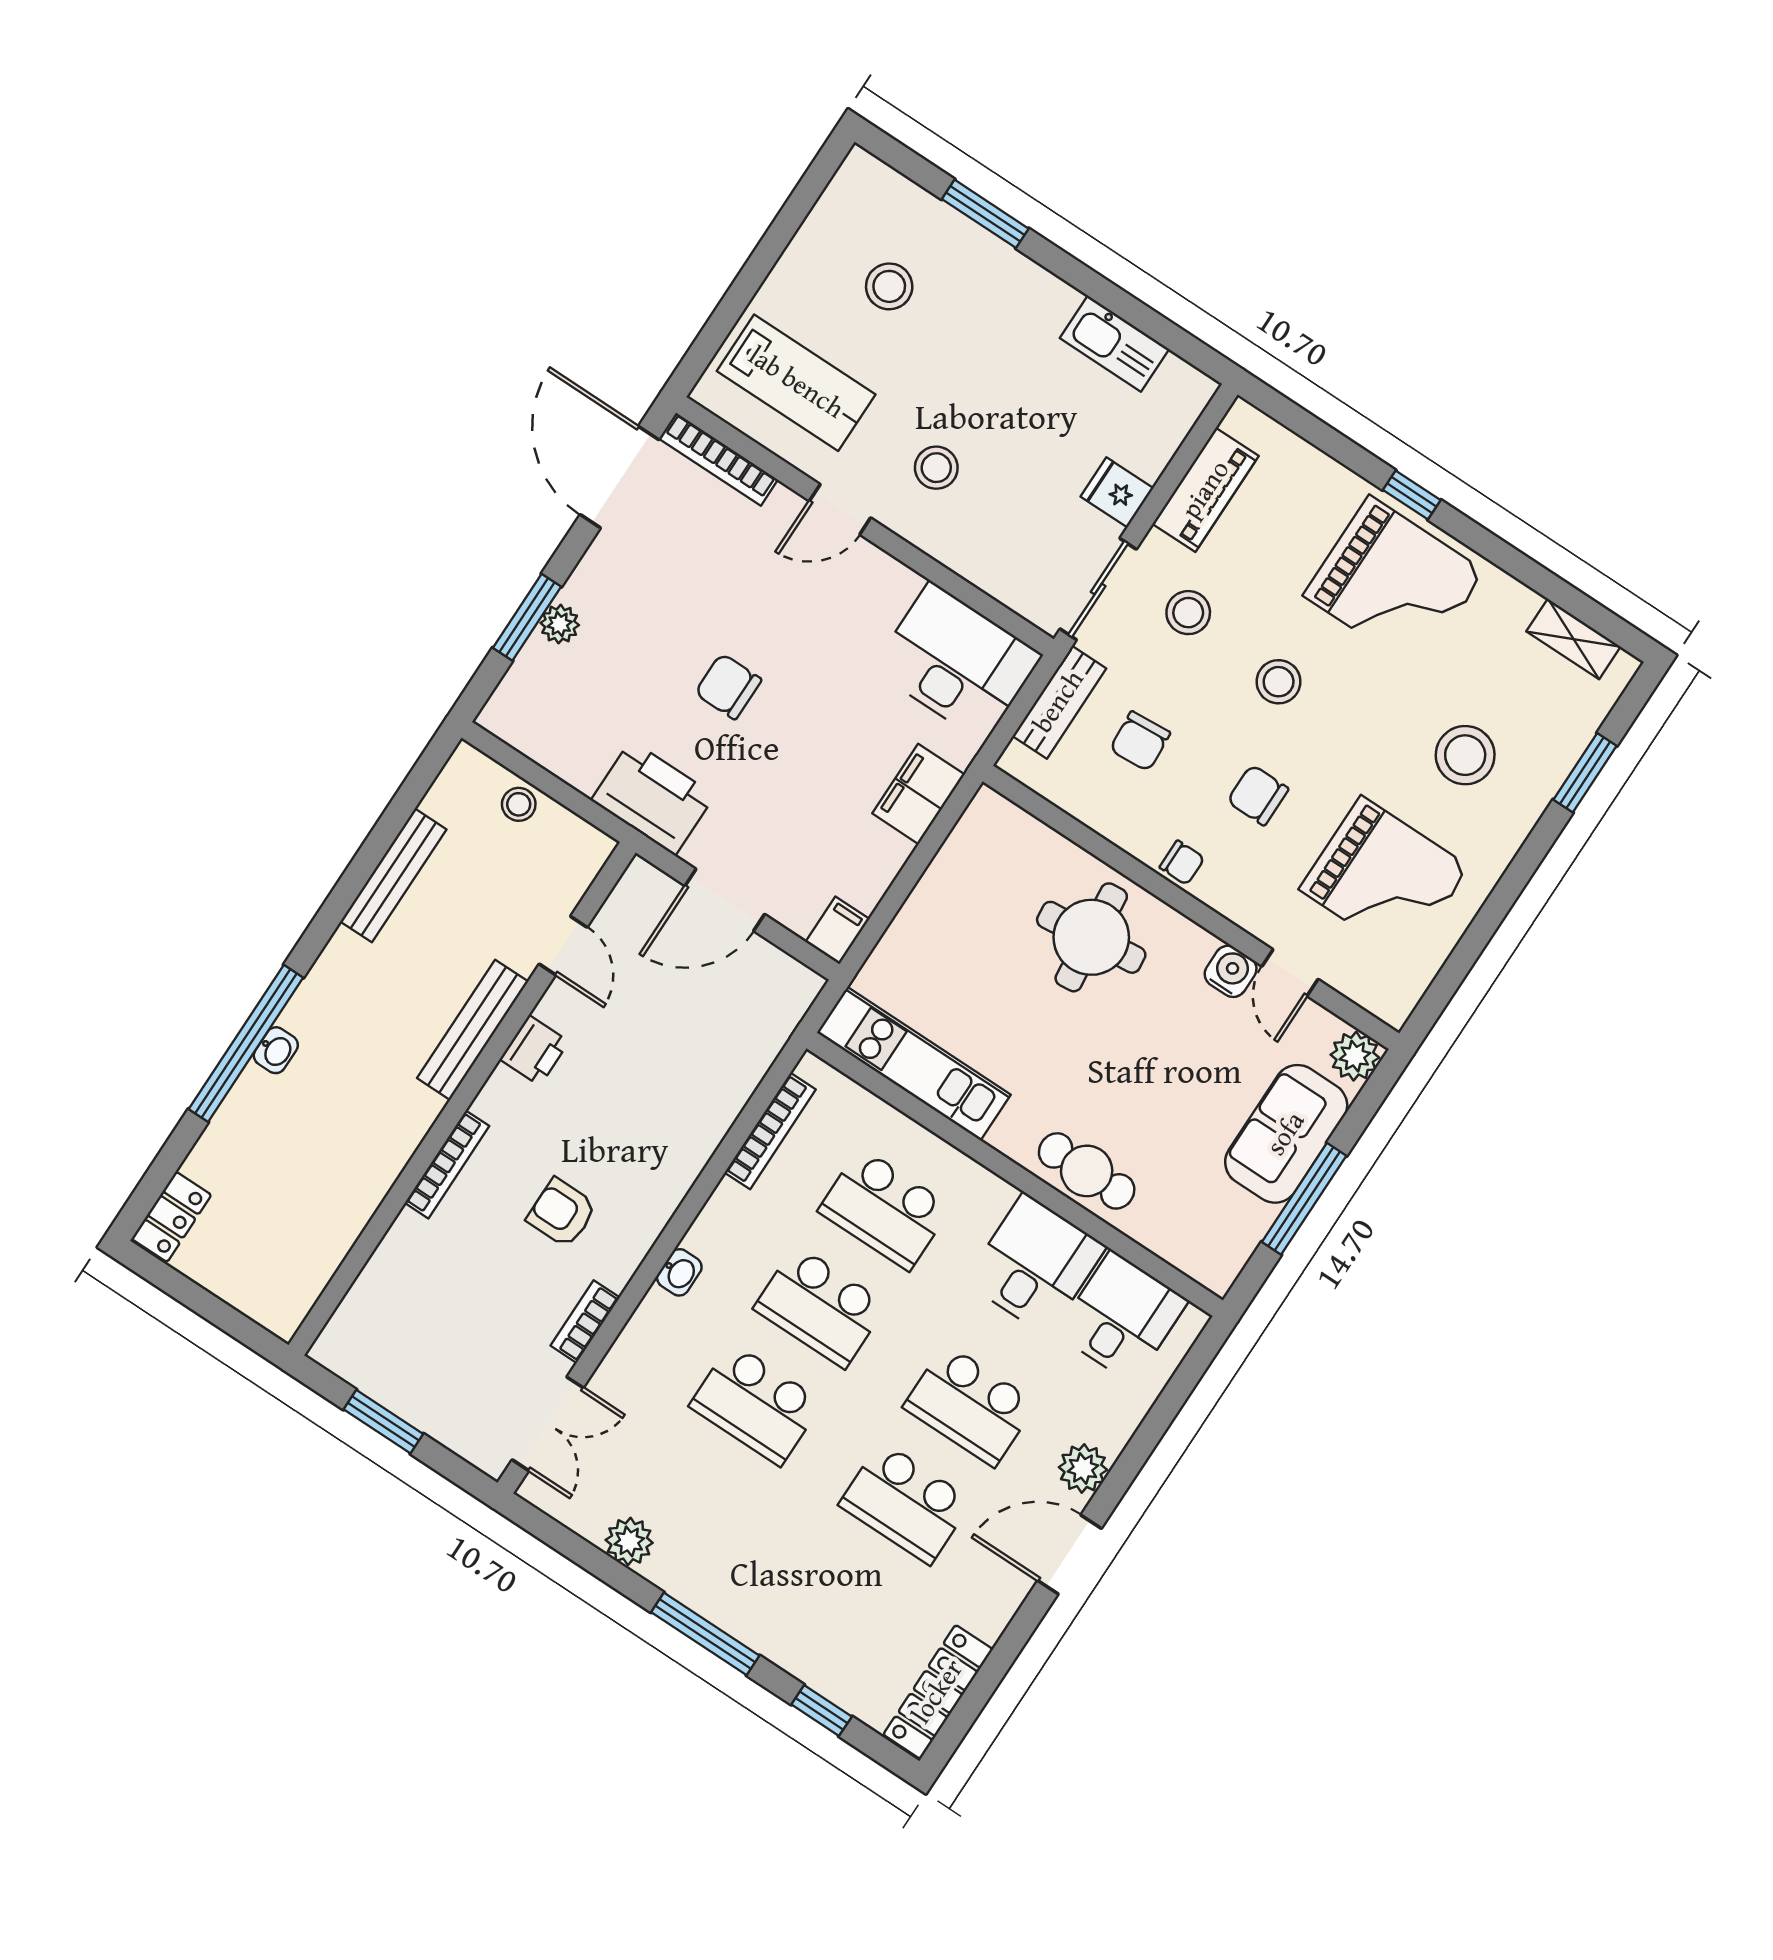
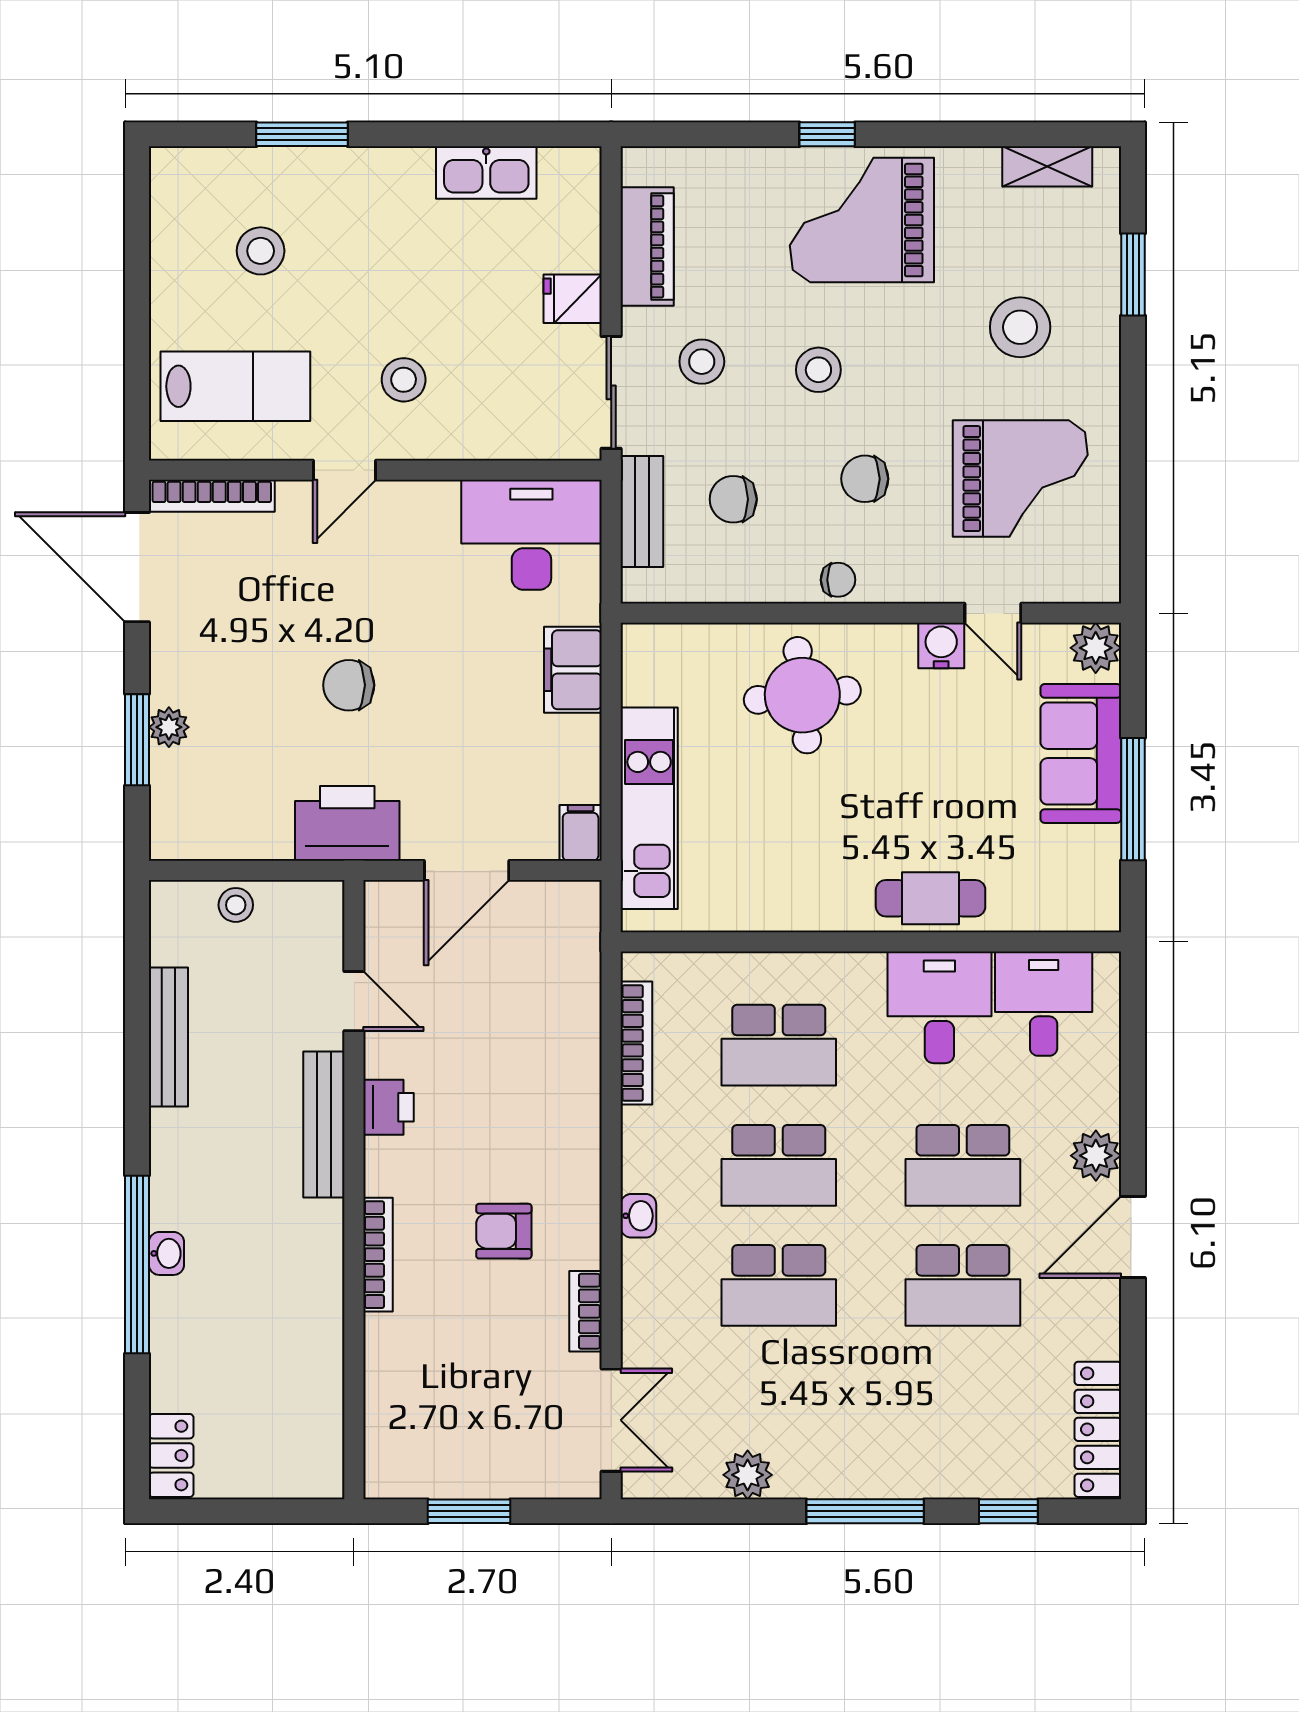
grand piano: (1394, 583) -> (862, 220), turned 180
chair: (1140, 741) -> (733, 499), turned 94
kitchen unit: (914, 1064) -> (649, 808), moved, turned 90

